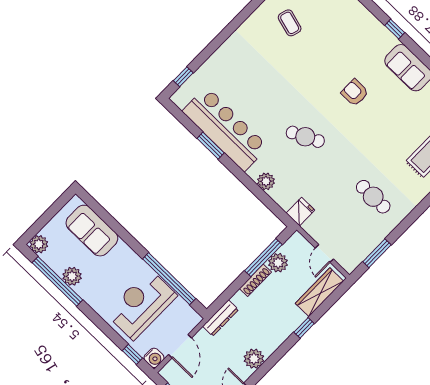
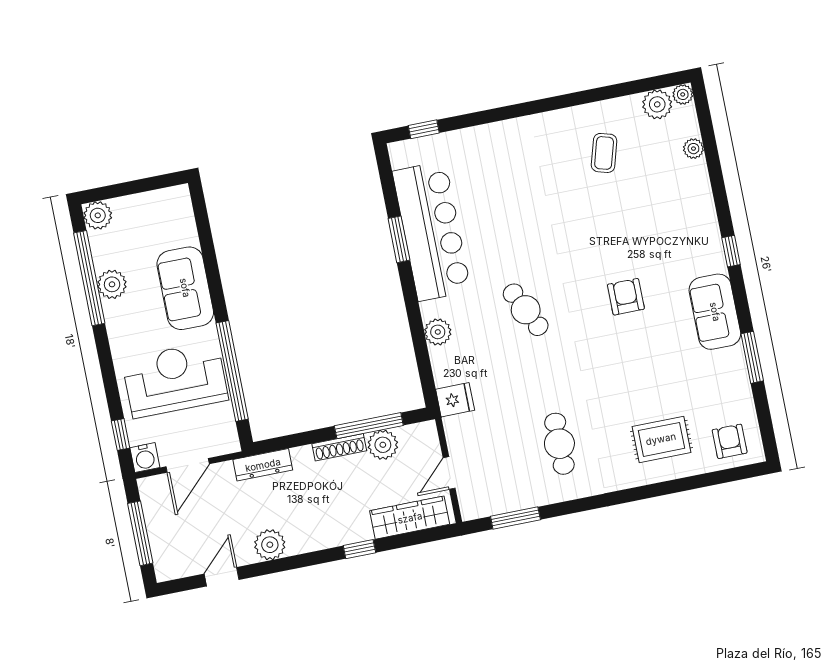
sofa: (92, 231) -> (185, 288), moved

